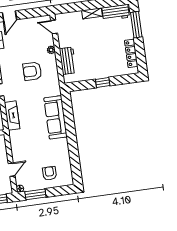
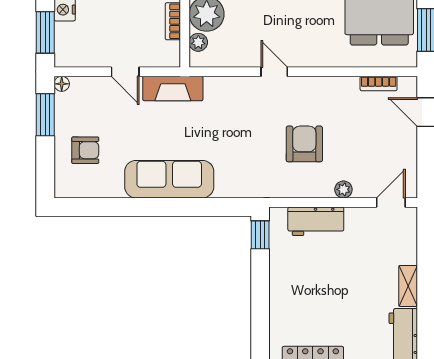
window: (103, 83) -> (260, 235), moved
fireplace: (12, 116) -> (173, 89), moved
sofa: (56, 117) -> (169, 179), moved
door: (12, 170) -> (125, 72), moved

